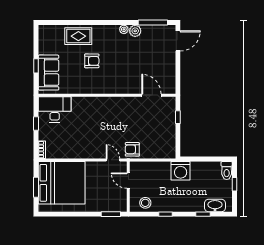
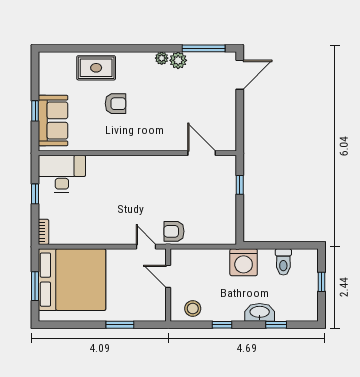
toilet: (227, 171) -> (283, 262), moved
washbasin: (215, 205) -> (260, 312), moved
window: (111, 214) -> (120, 325), moved

